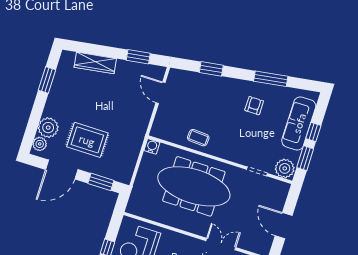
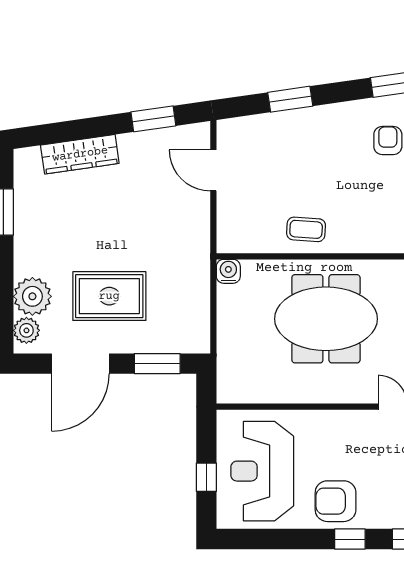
meeting table: (194, 186) -> (326, 319), width x0.73

